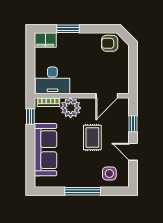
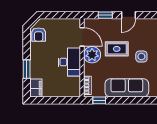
desk: (52, 80) -> (69, 62), moved
plant: (71, 108) -> (92, 55), moved
side table: (109, 173) -> (141, 57), moved

